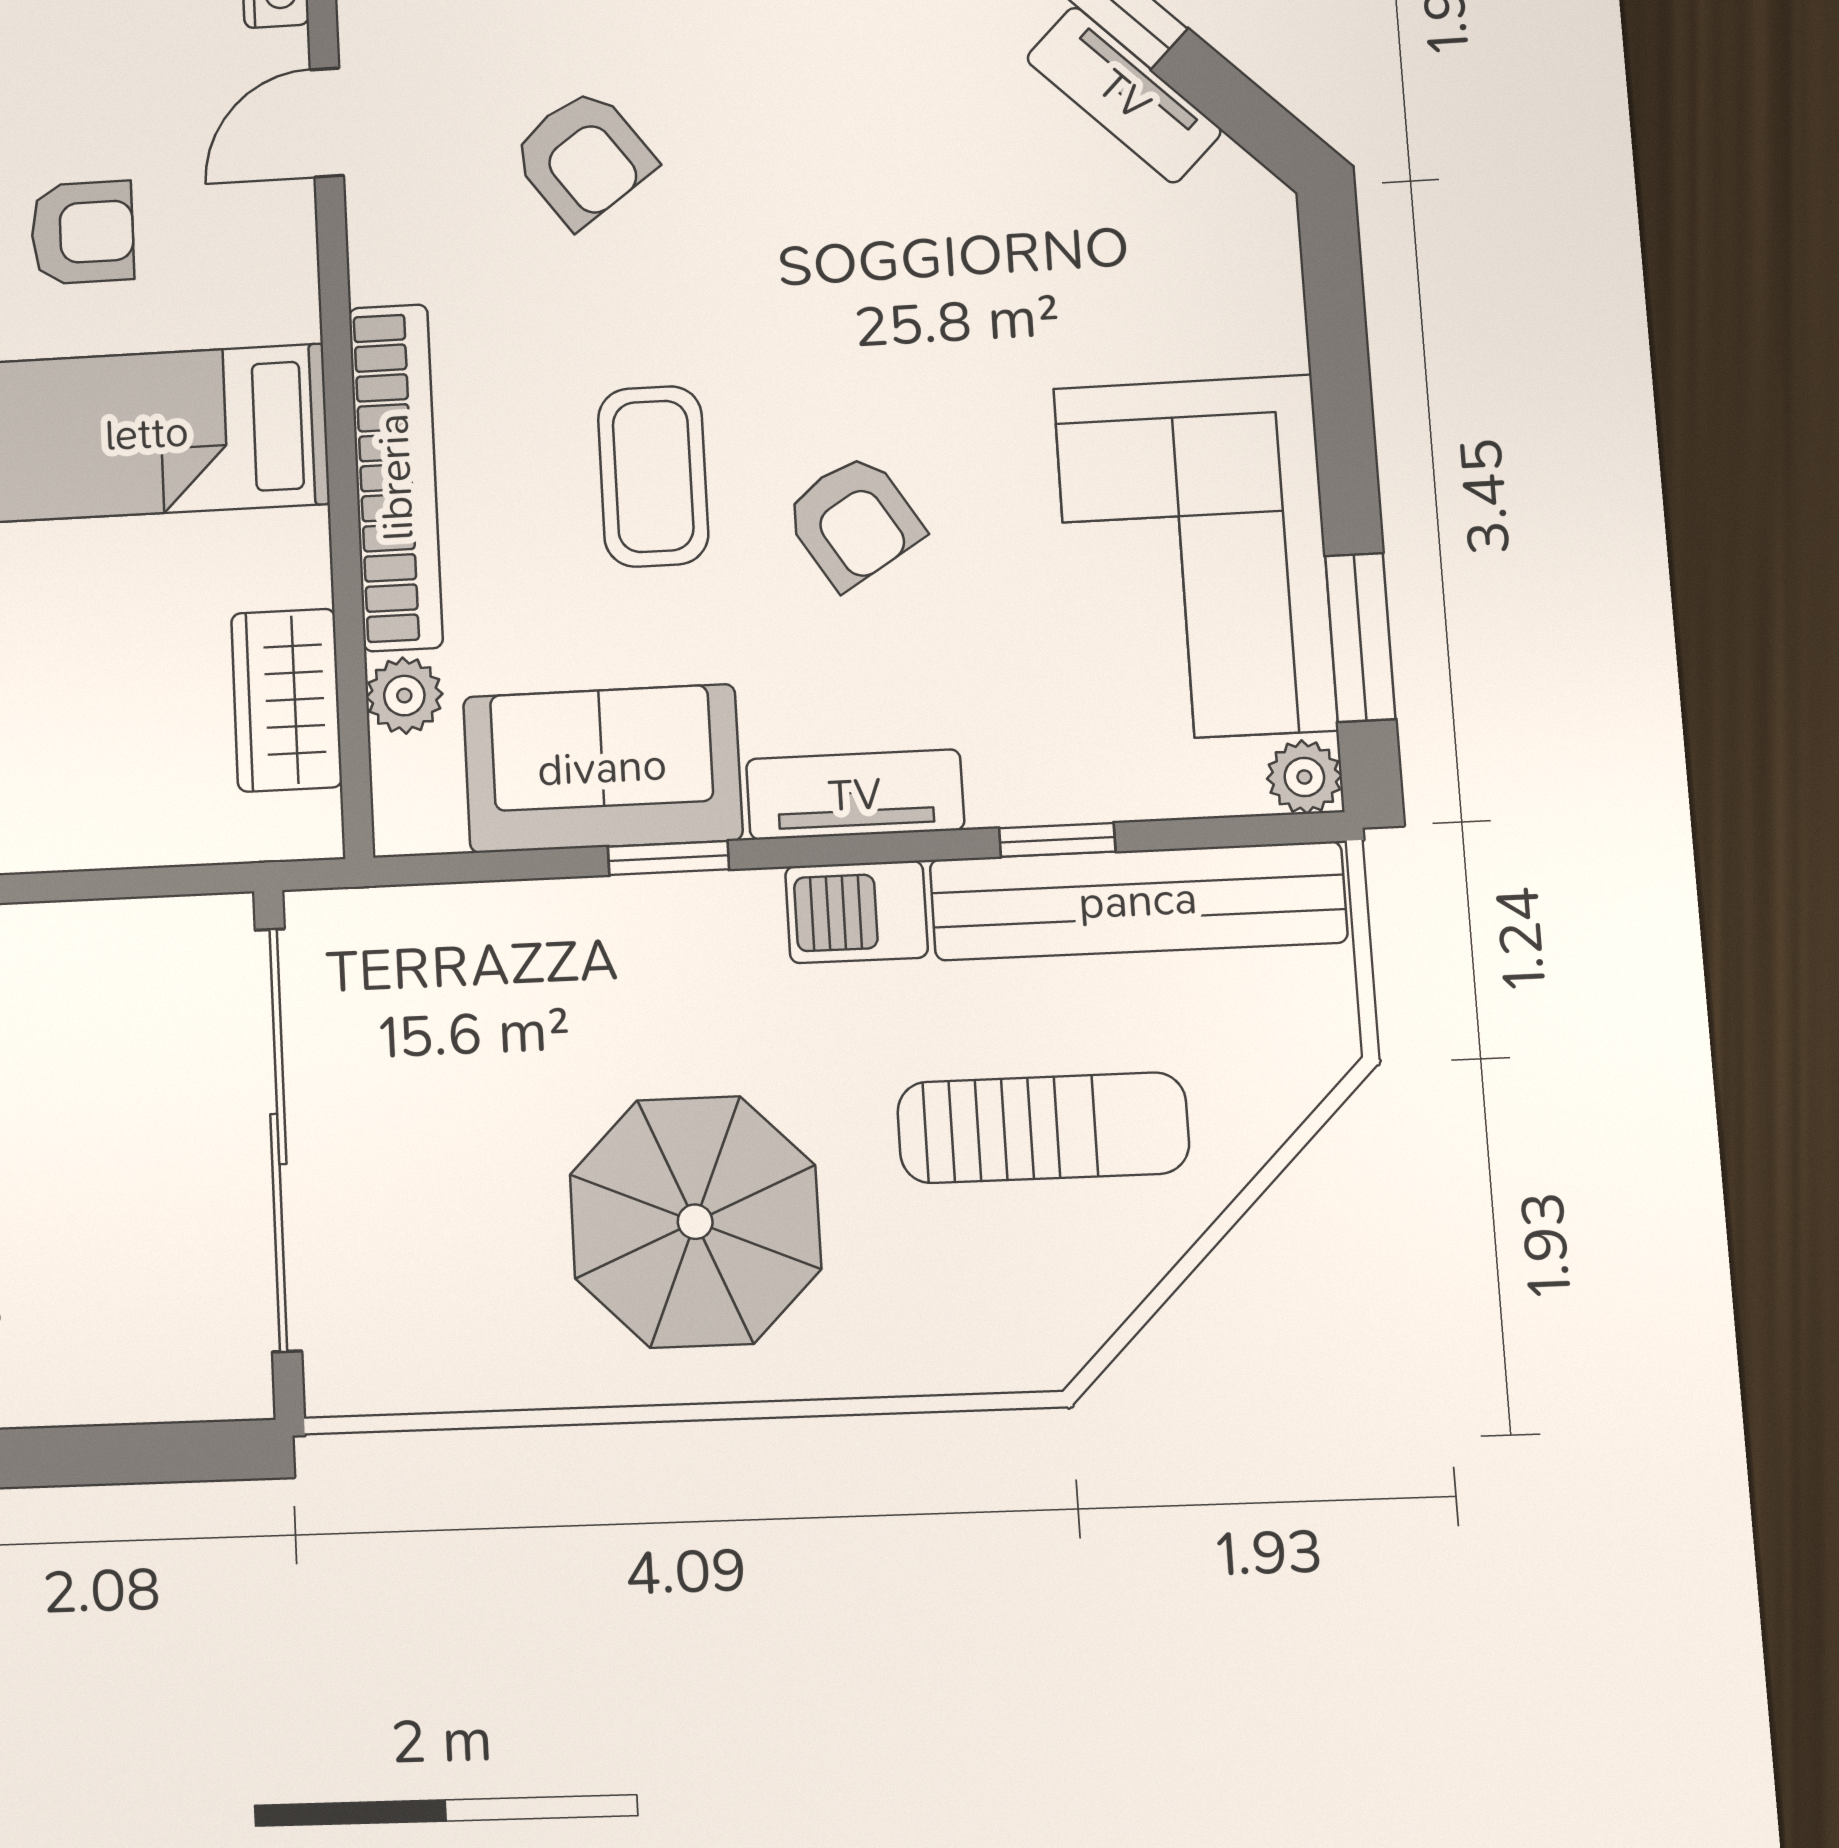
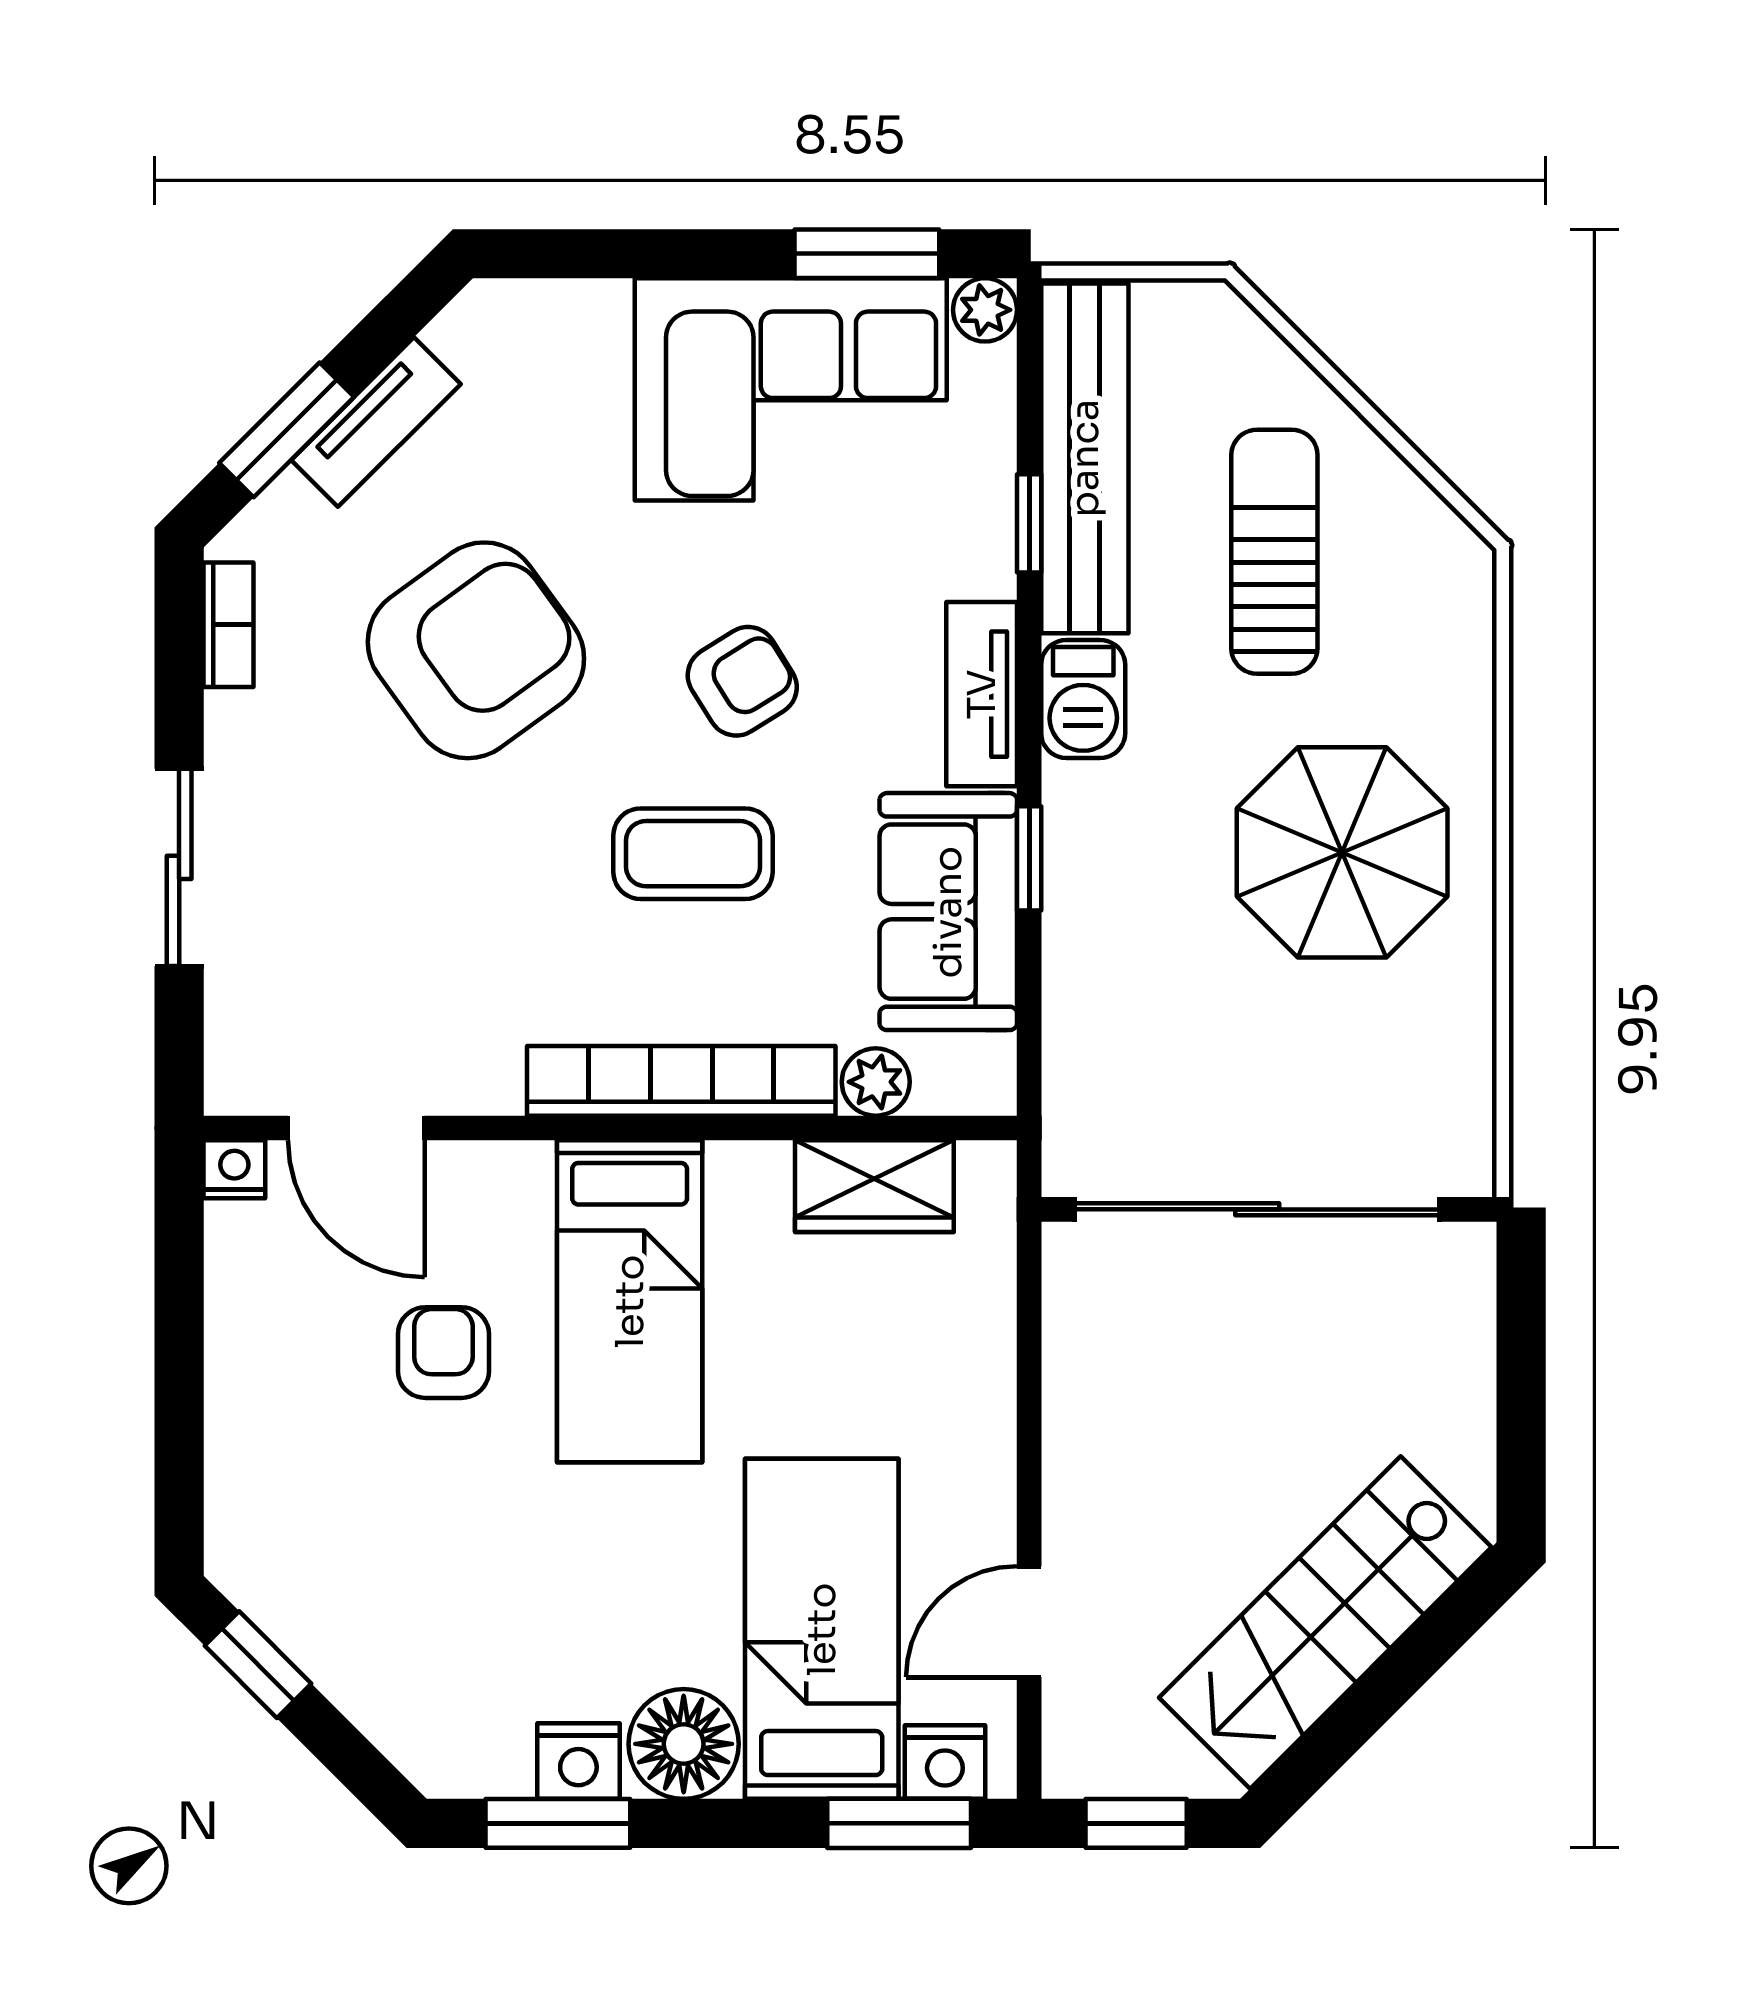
door: (327, 122) -> (356, 1128), width x1.38
armchair: (583, 158) -> (476, 650), moved, width x1.88, depth x1.88

